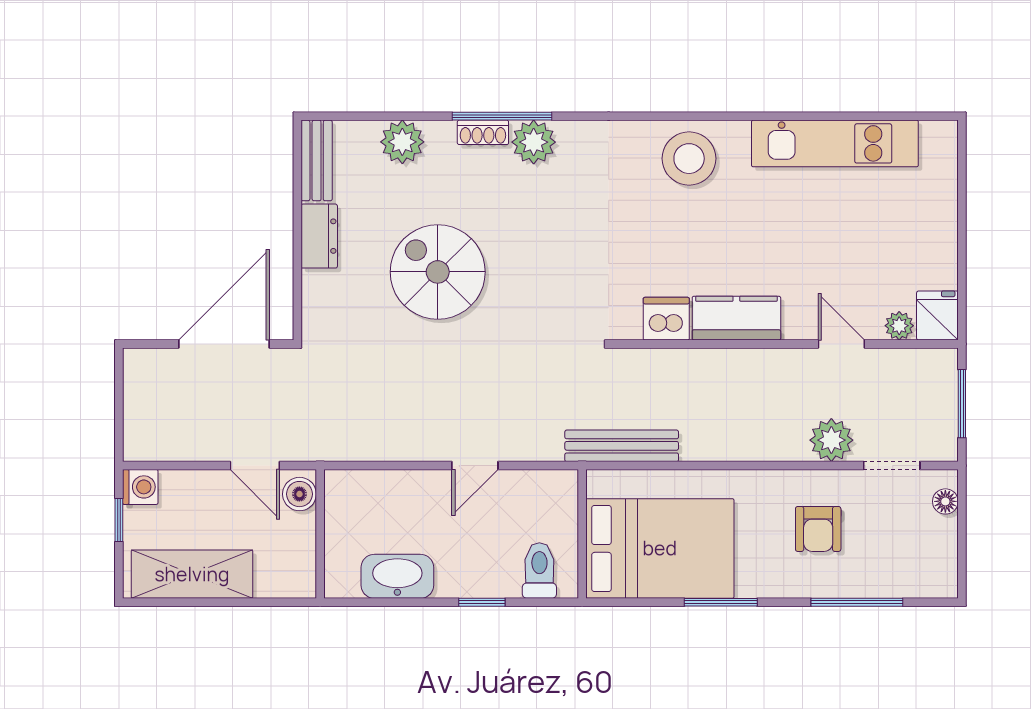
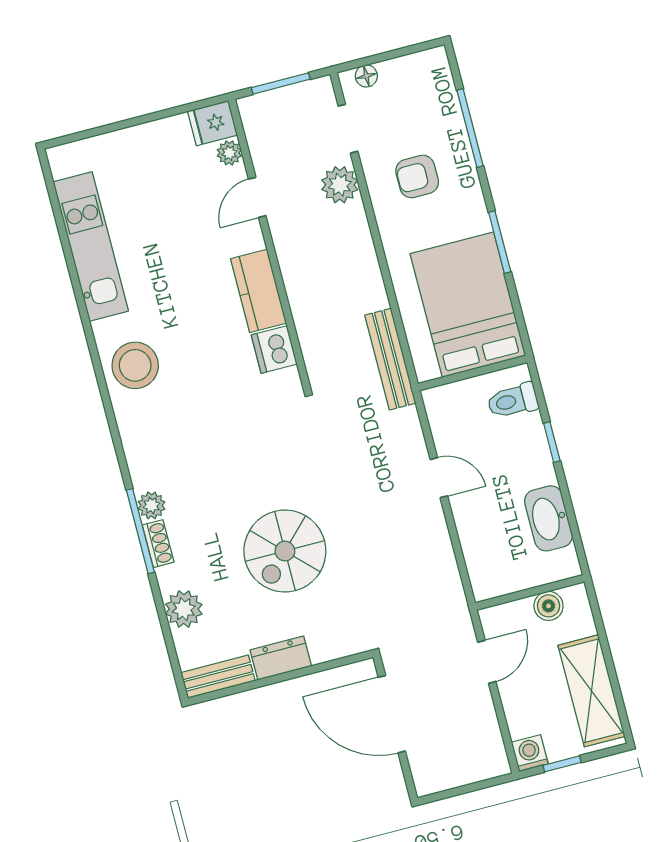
plant: (534, 142) -> (151, 505), width x0.73, depth x0.73
boiler: (299, 494) -> (549, 606), moved
armchair: (818, 529) -> (417, 176), turned 180

